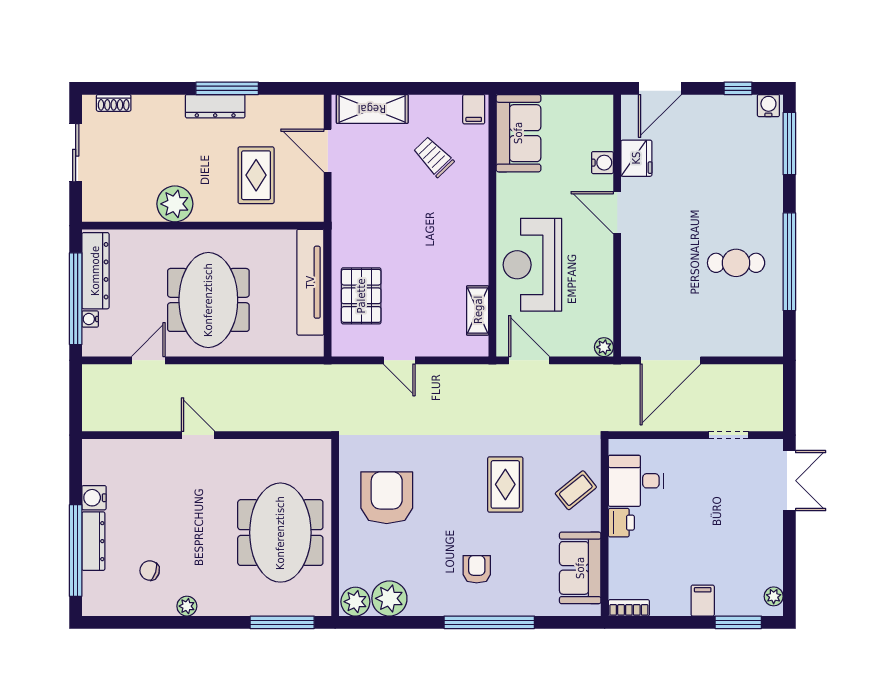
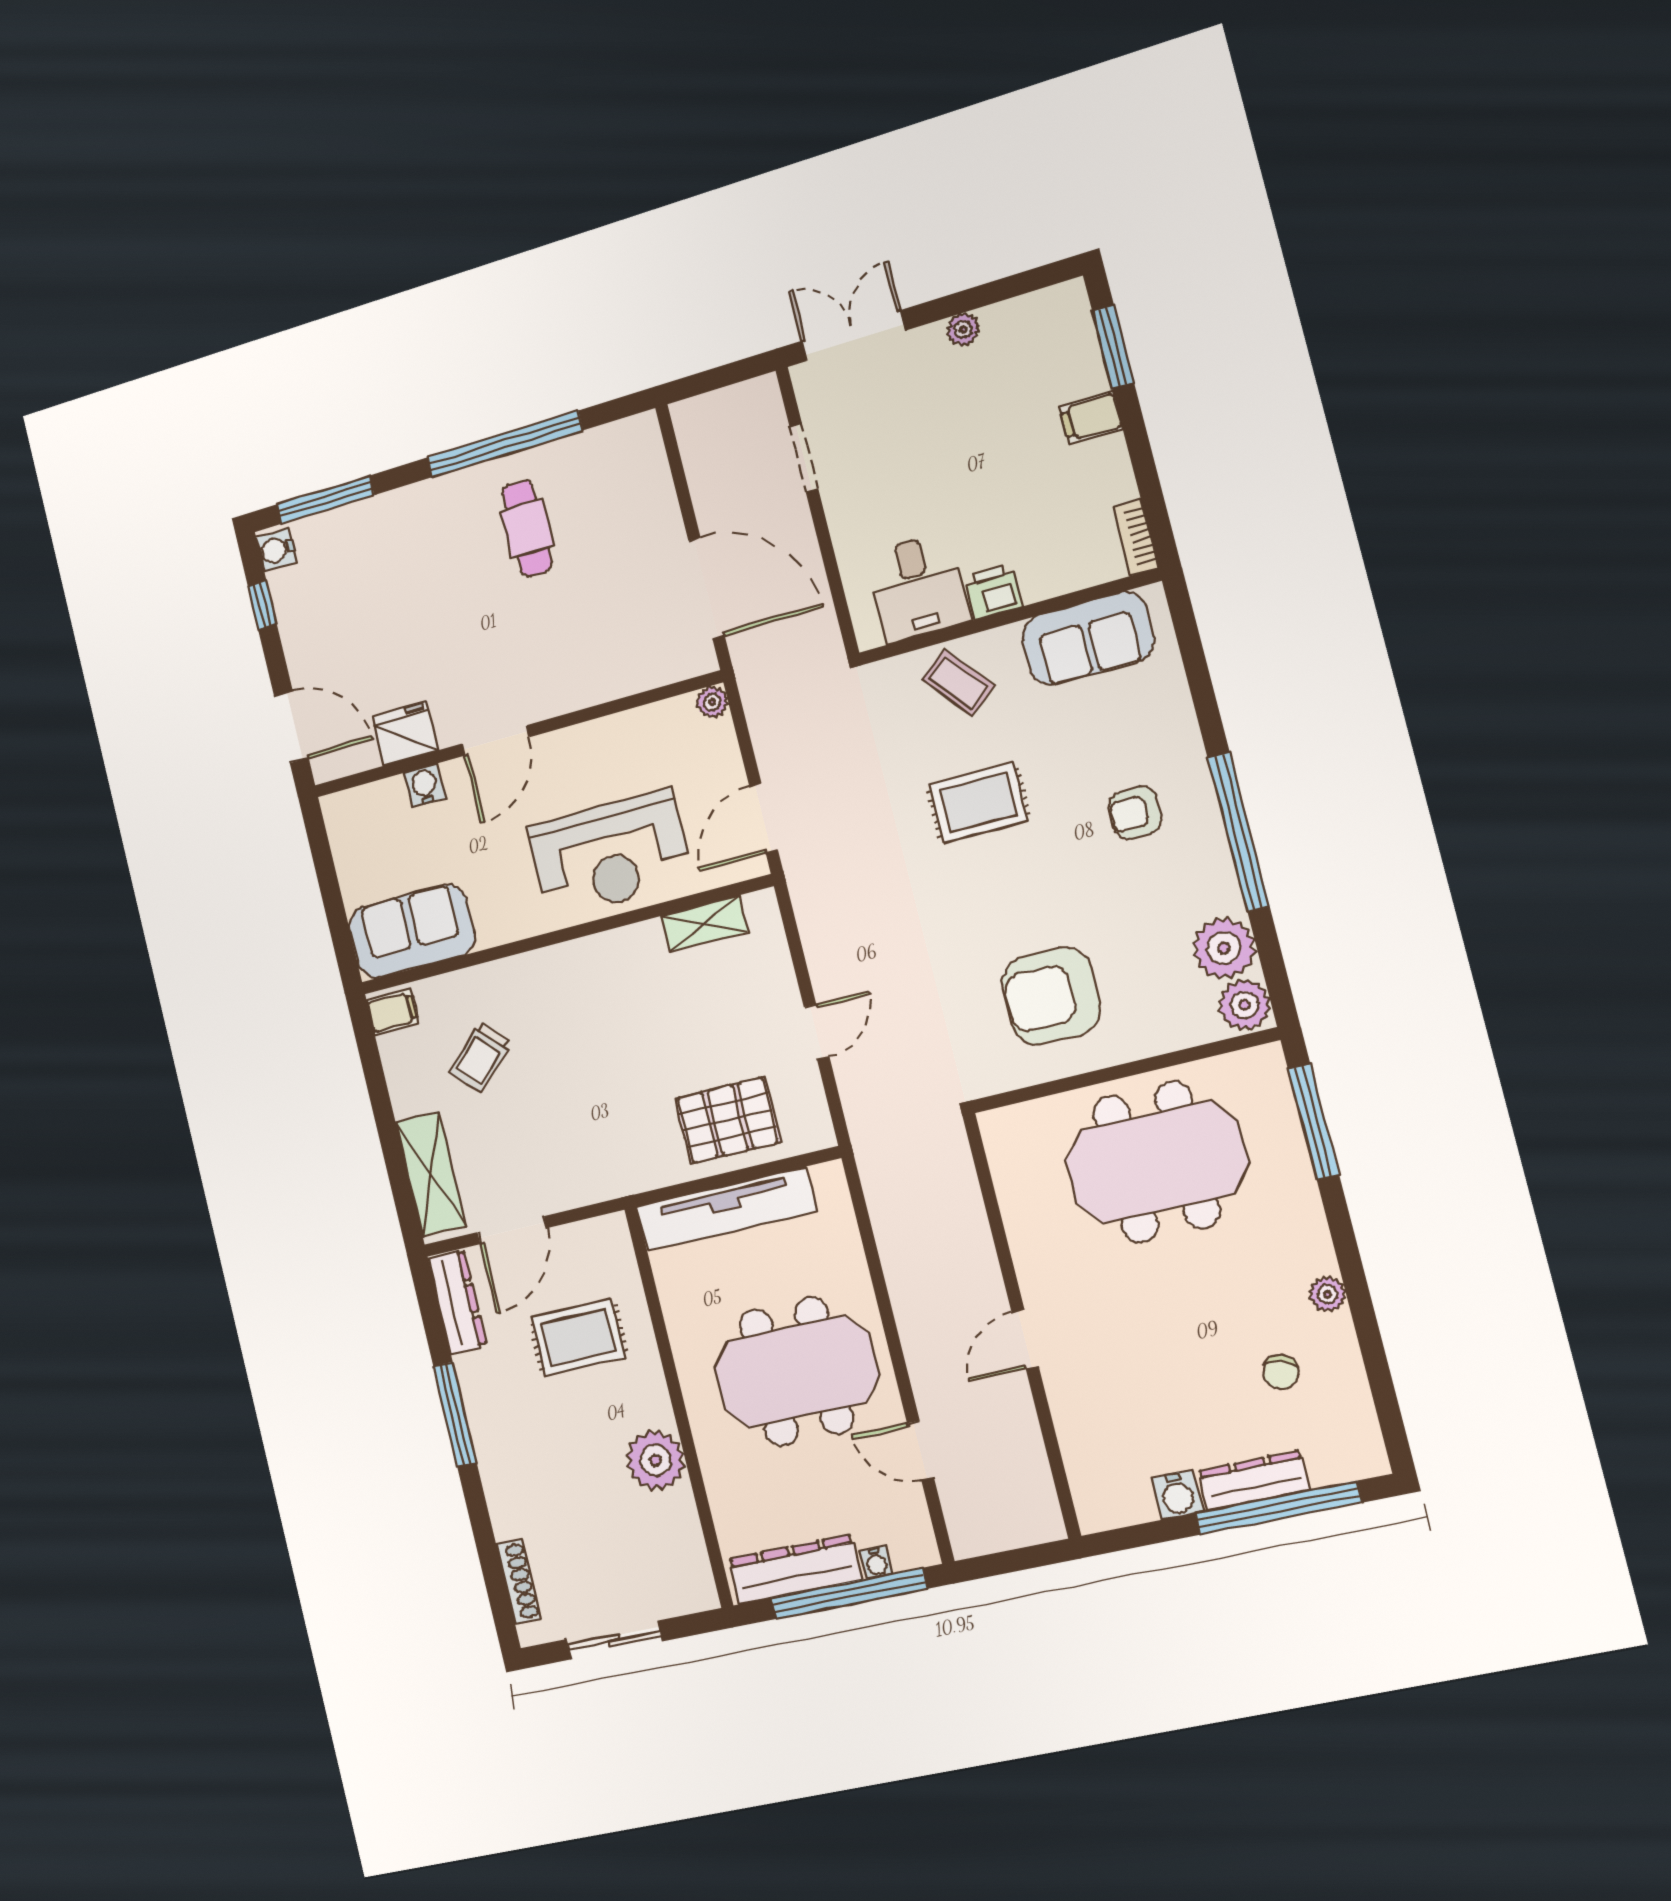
shoe rack: (114, 103) -> (518, 1582), width x1.43
dresser: (215, 106) -> (457, 1302), moved
plant: (774, 596) -> (963, 329), moved
window: (489, 622) -> (1239, 832), moved

